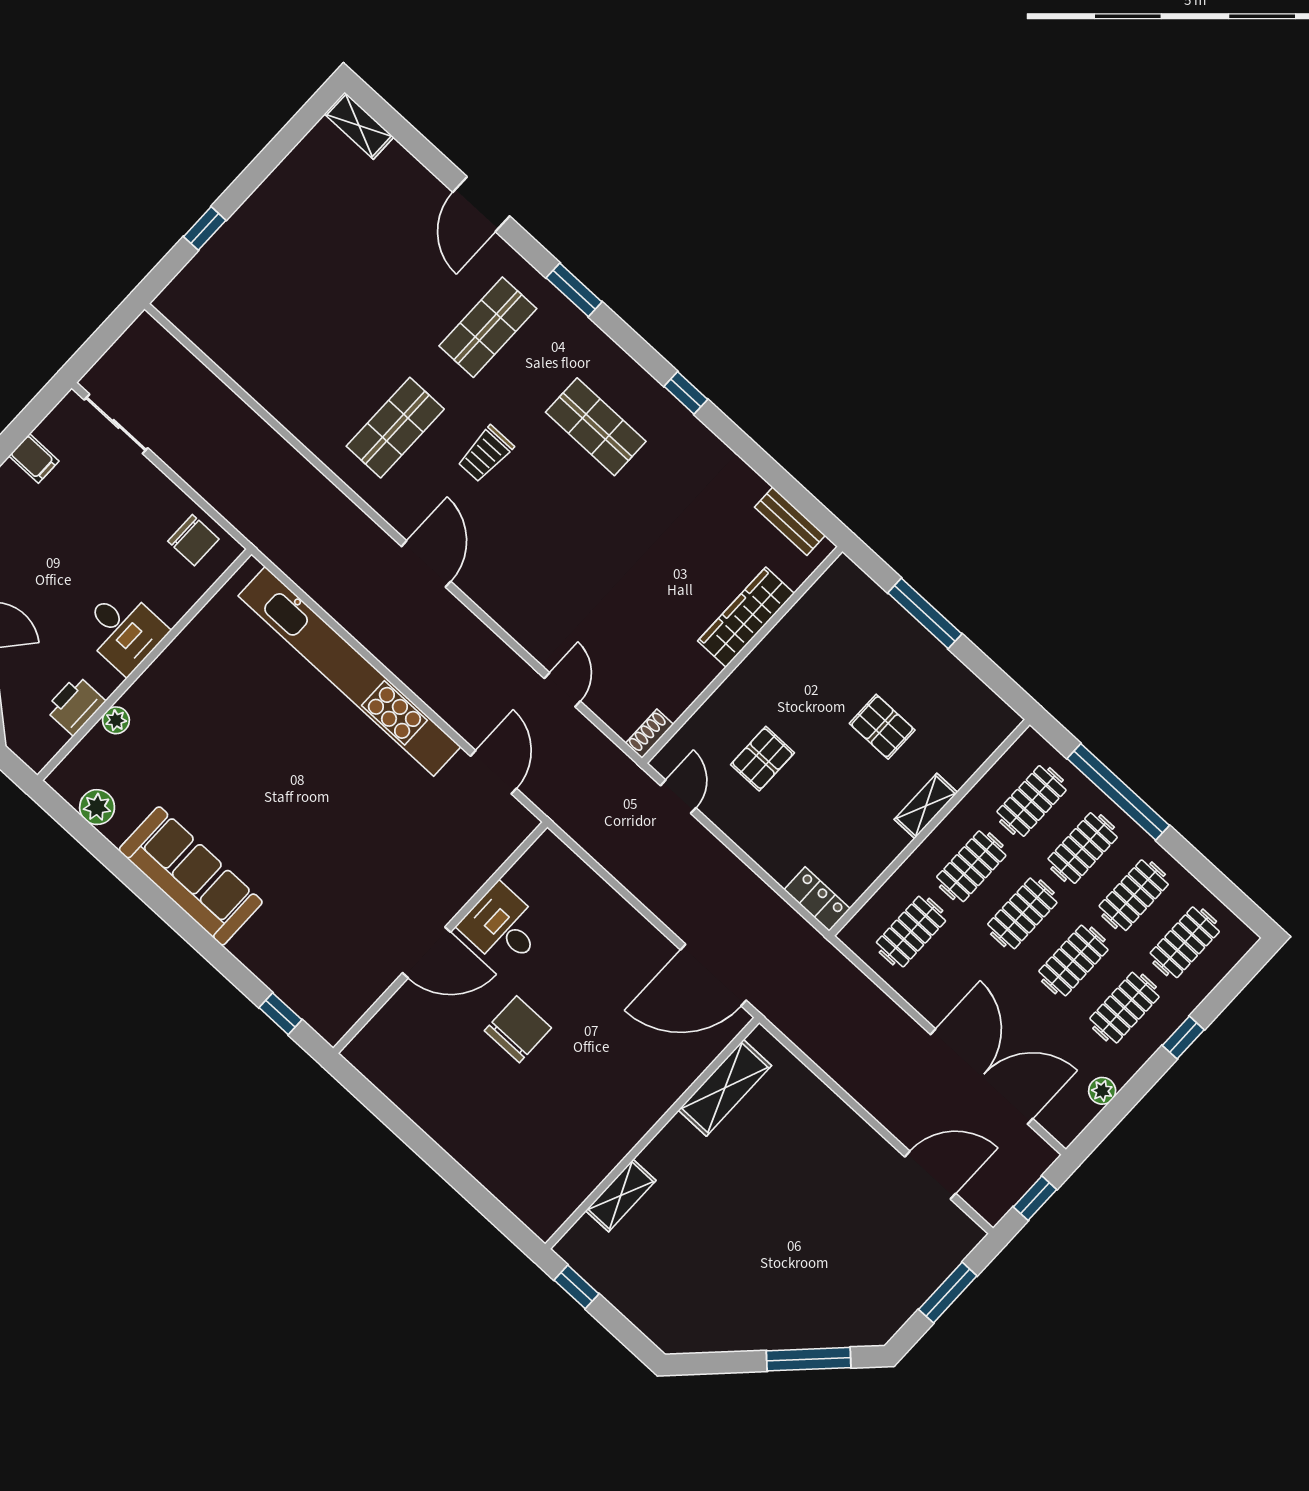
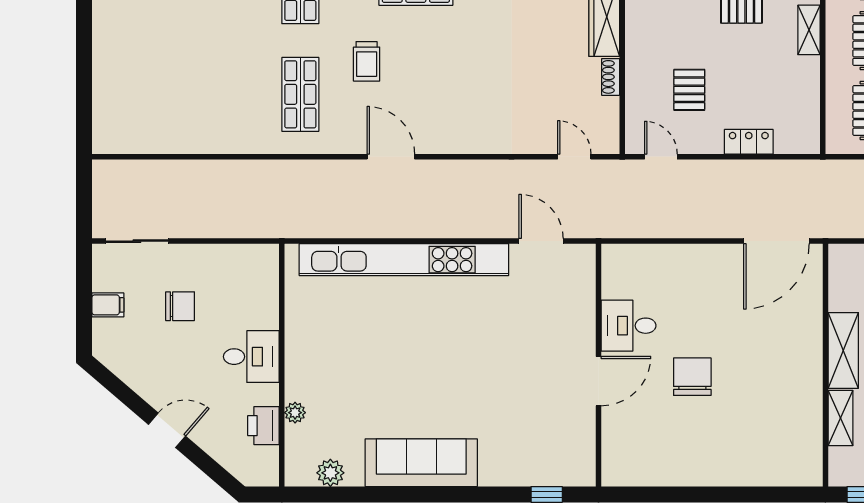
window: (205, 228) -> (84, 81), removed
chair: (193, 540) -> (180, 306), moved
door: (562, 690) -> (574, 157), moved
shoe rack: (649, 734) -> (611, 77), moved
locker: (817, 899) -> (749, 142), moved
shelving: (725, 1088) -> (843, 350), moved

